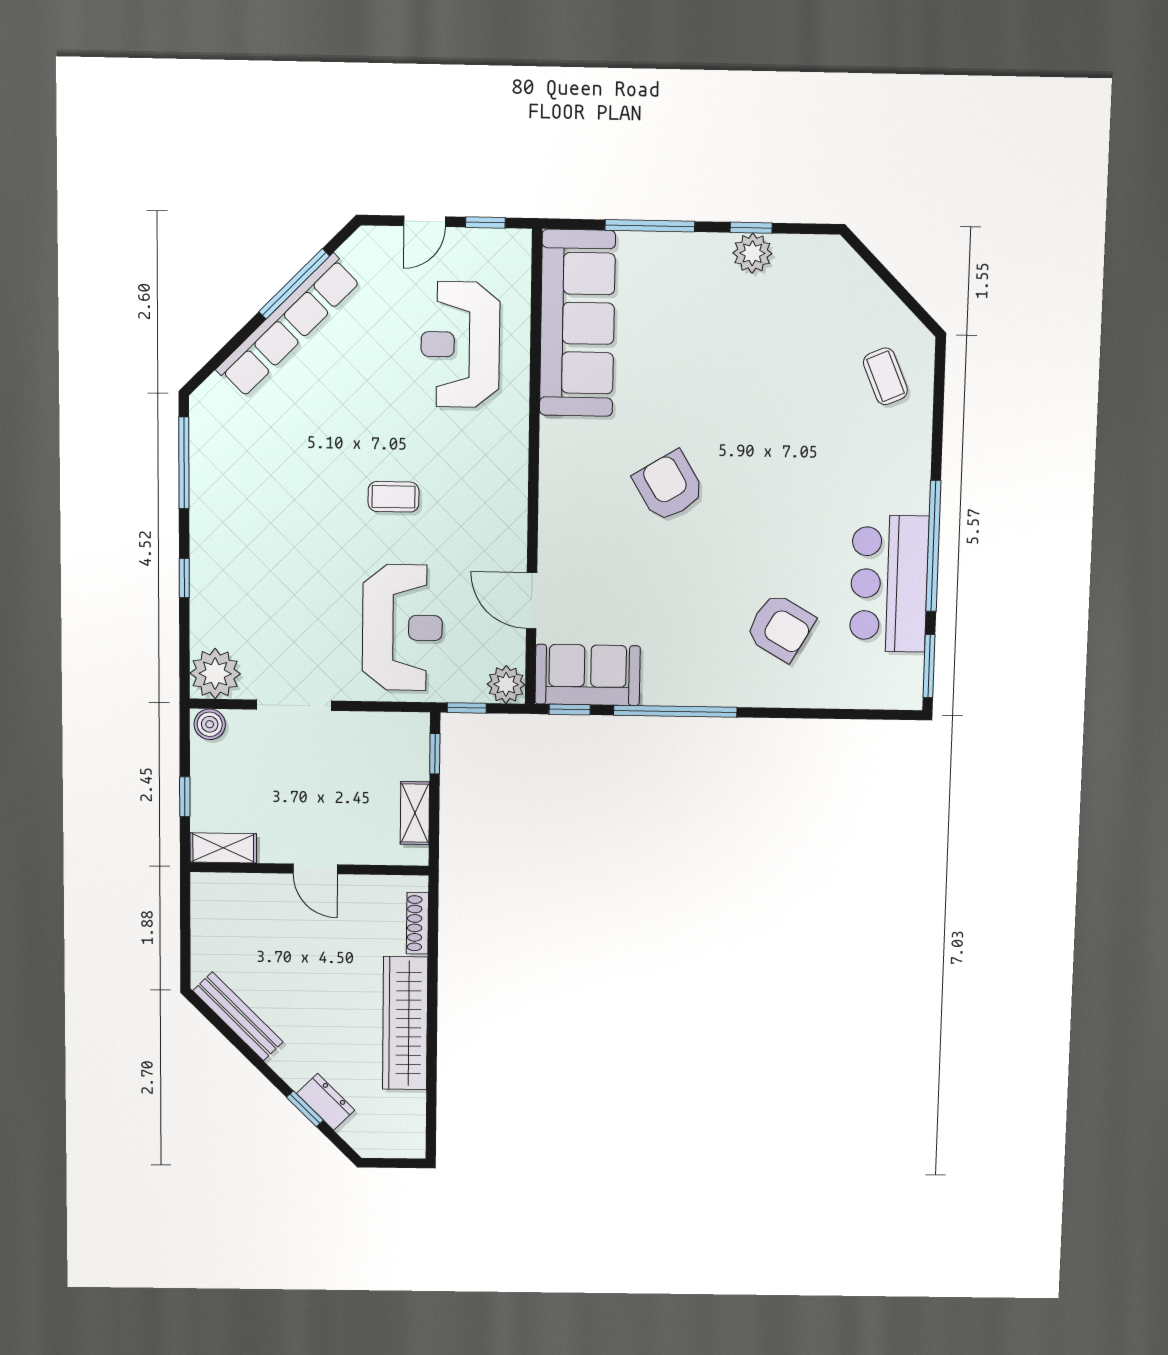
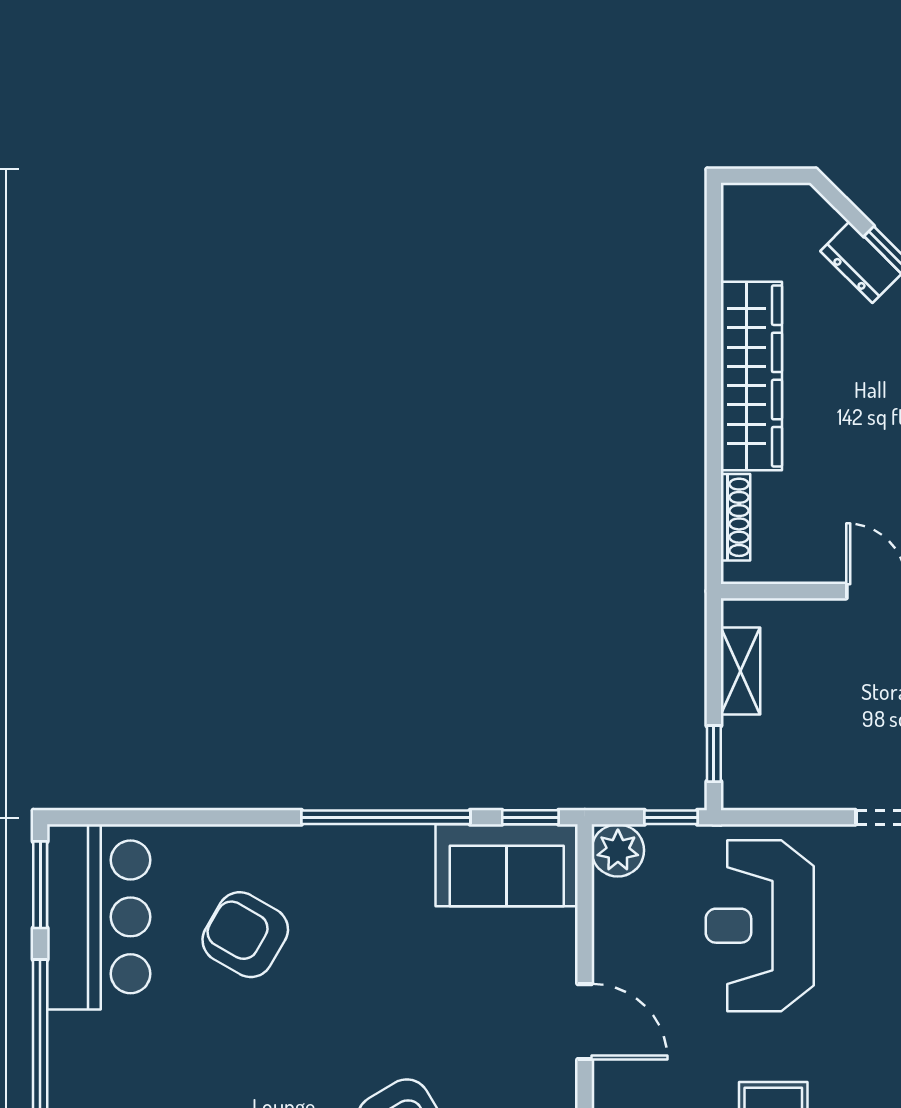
bar counter: (889, 584) -> (99, 917), moved
door: (532, 601) -> (585, 1022), moved

